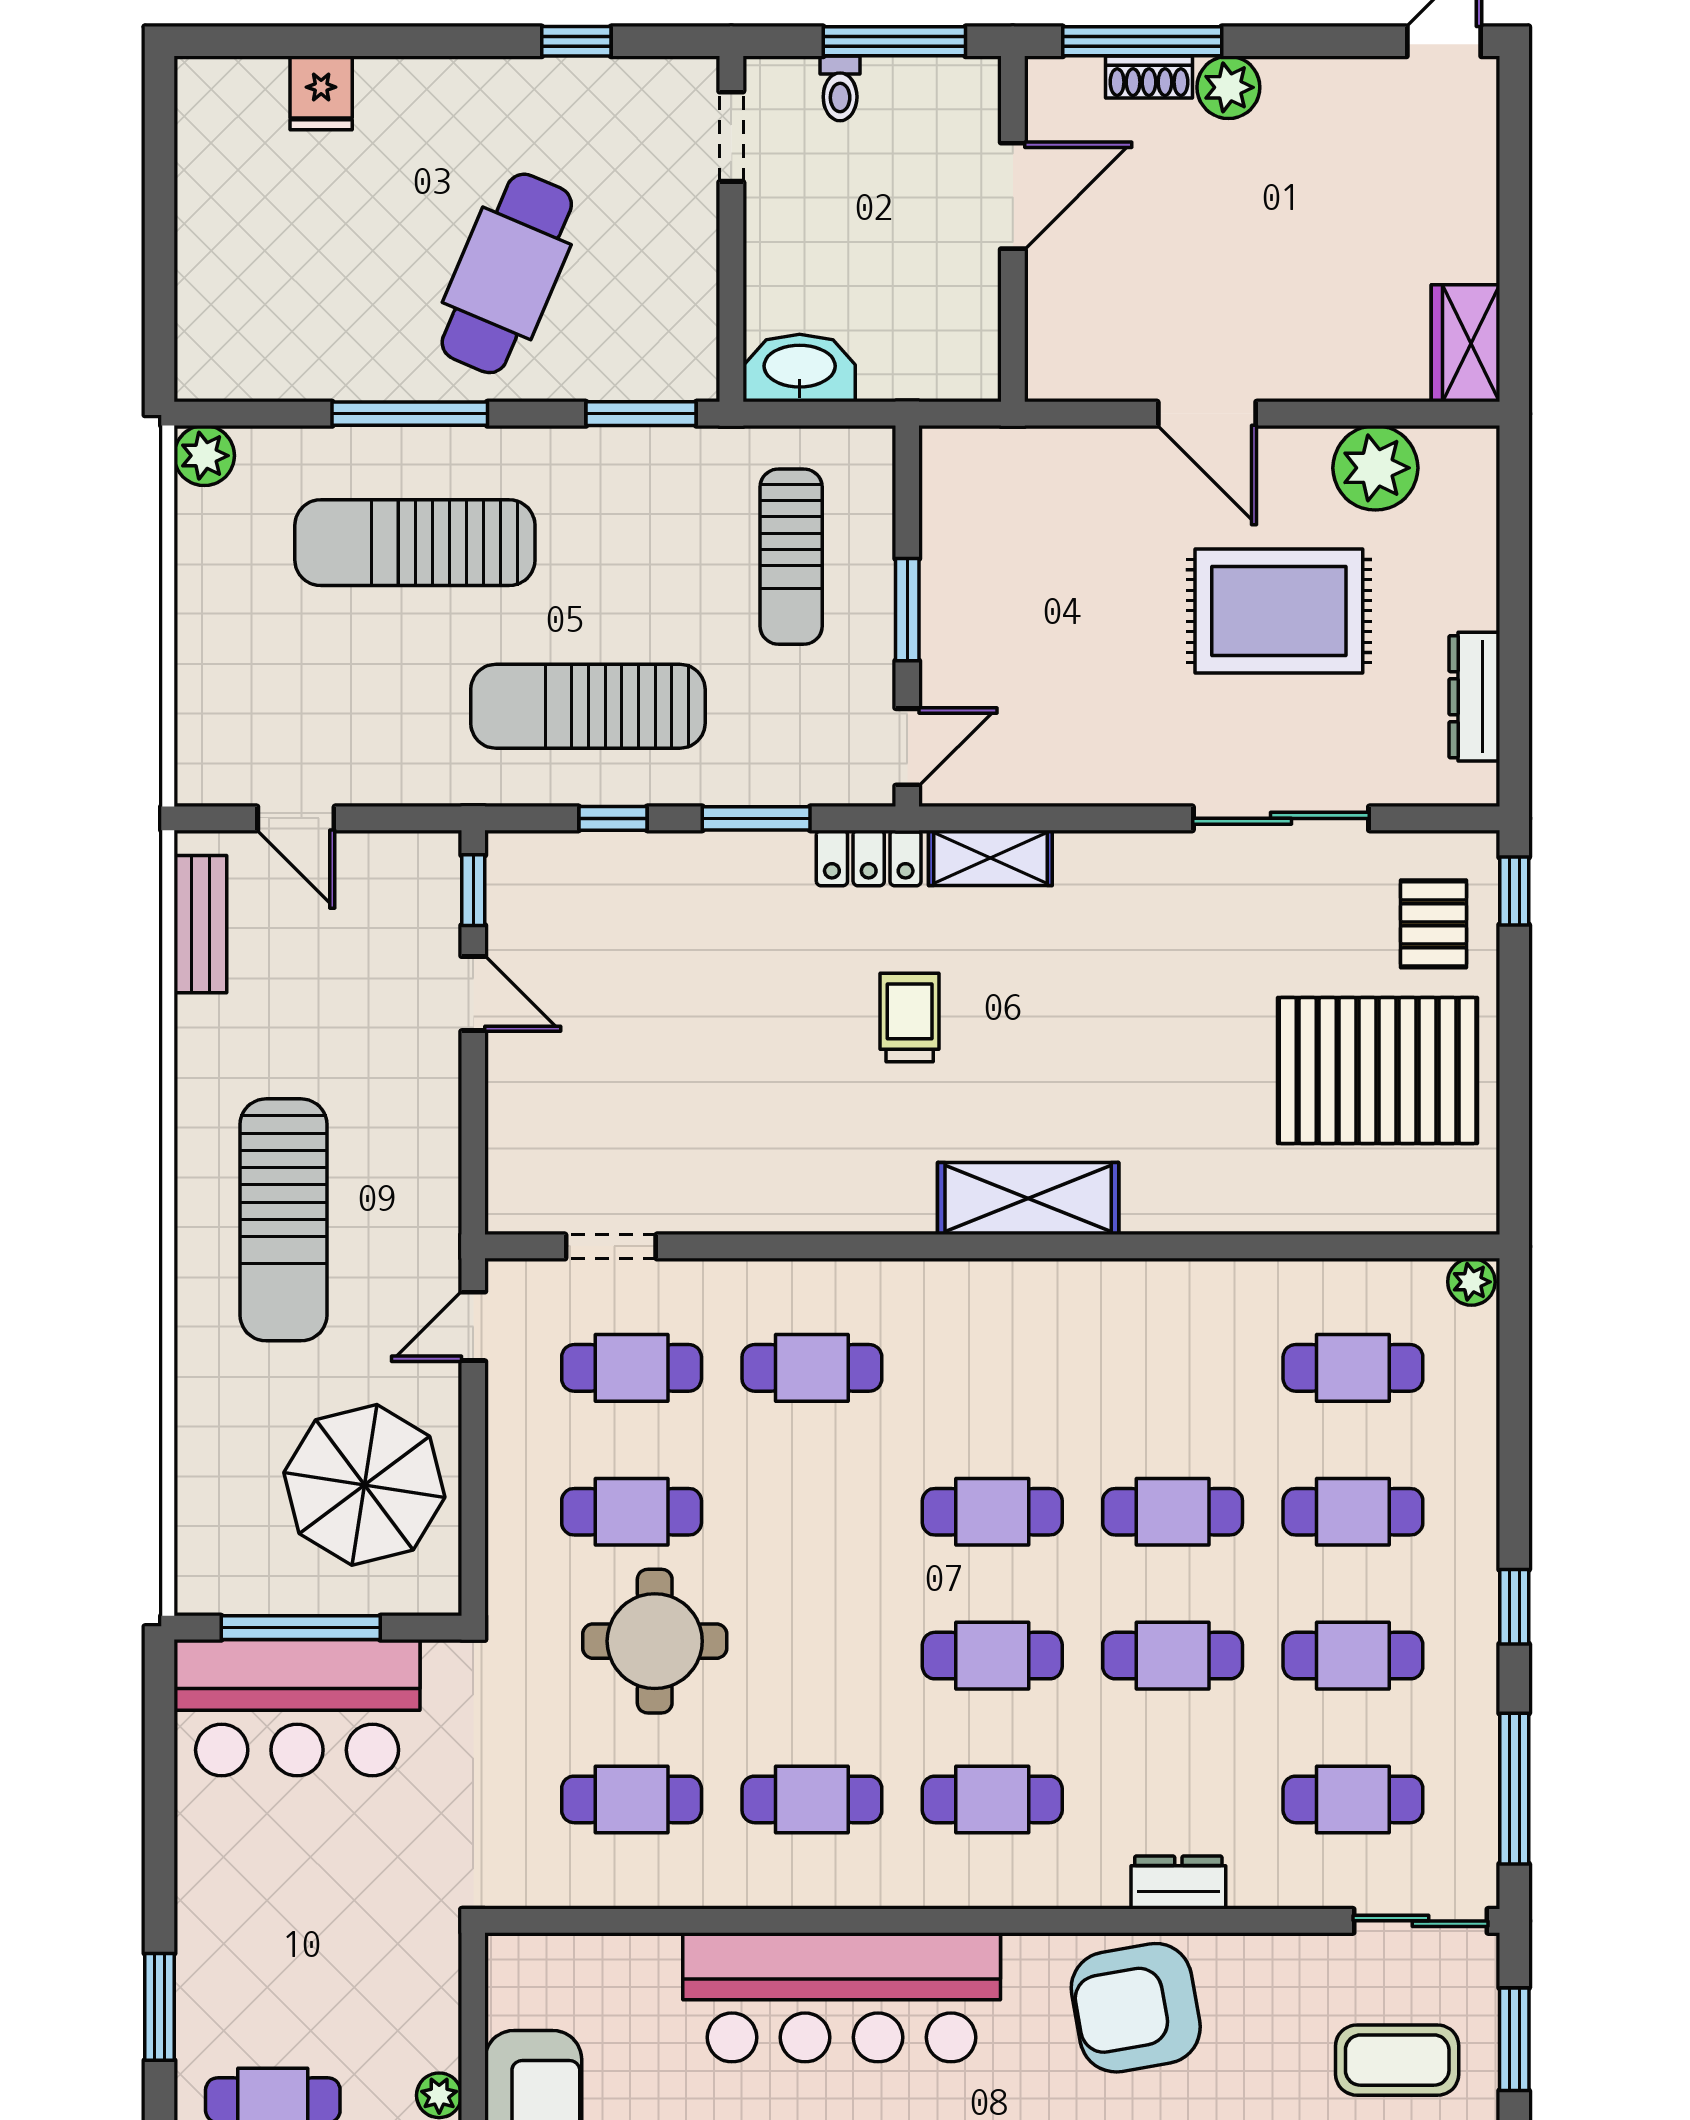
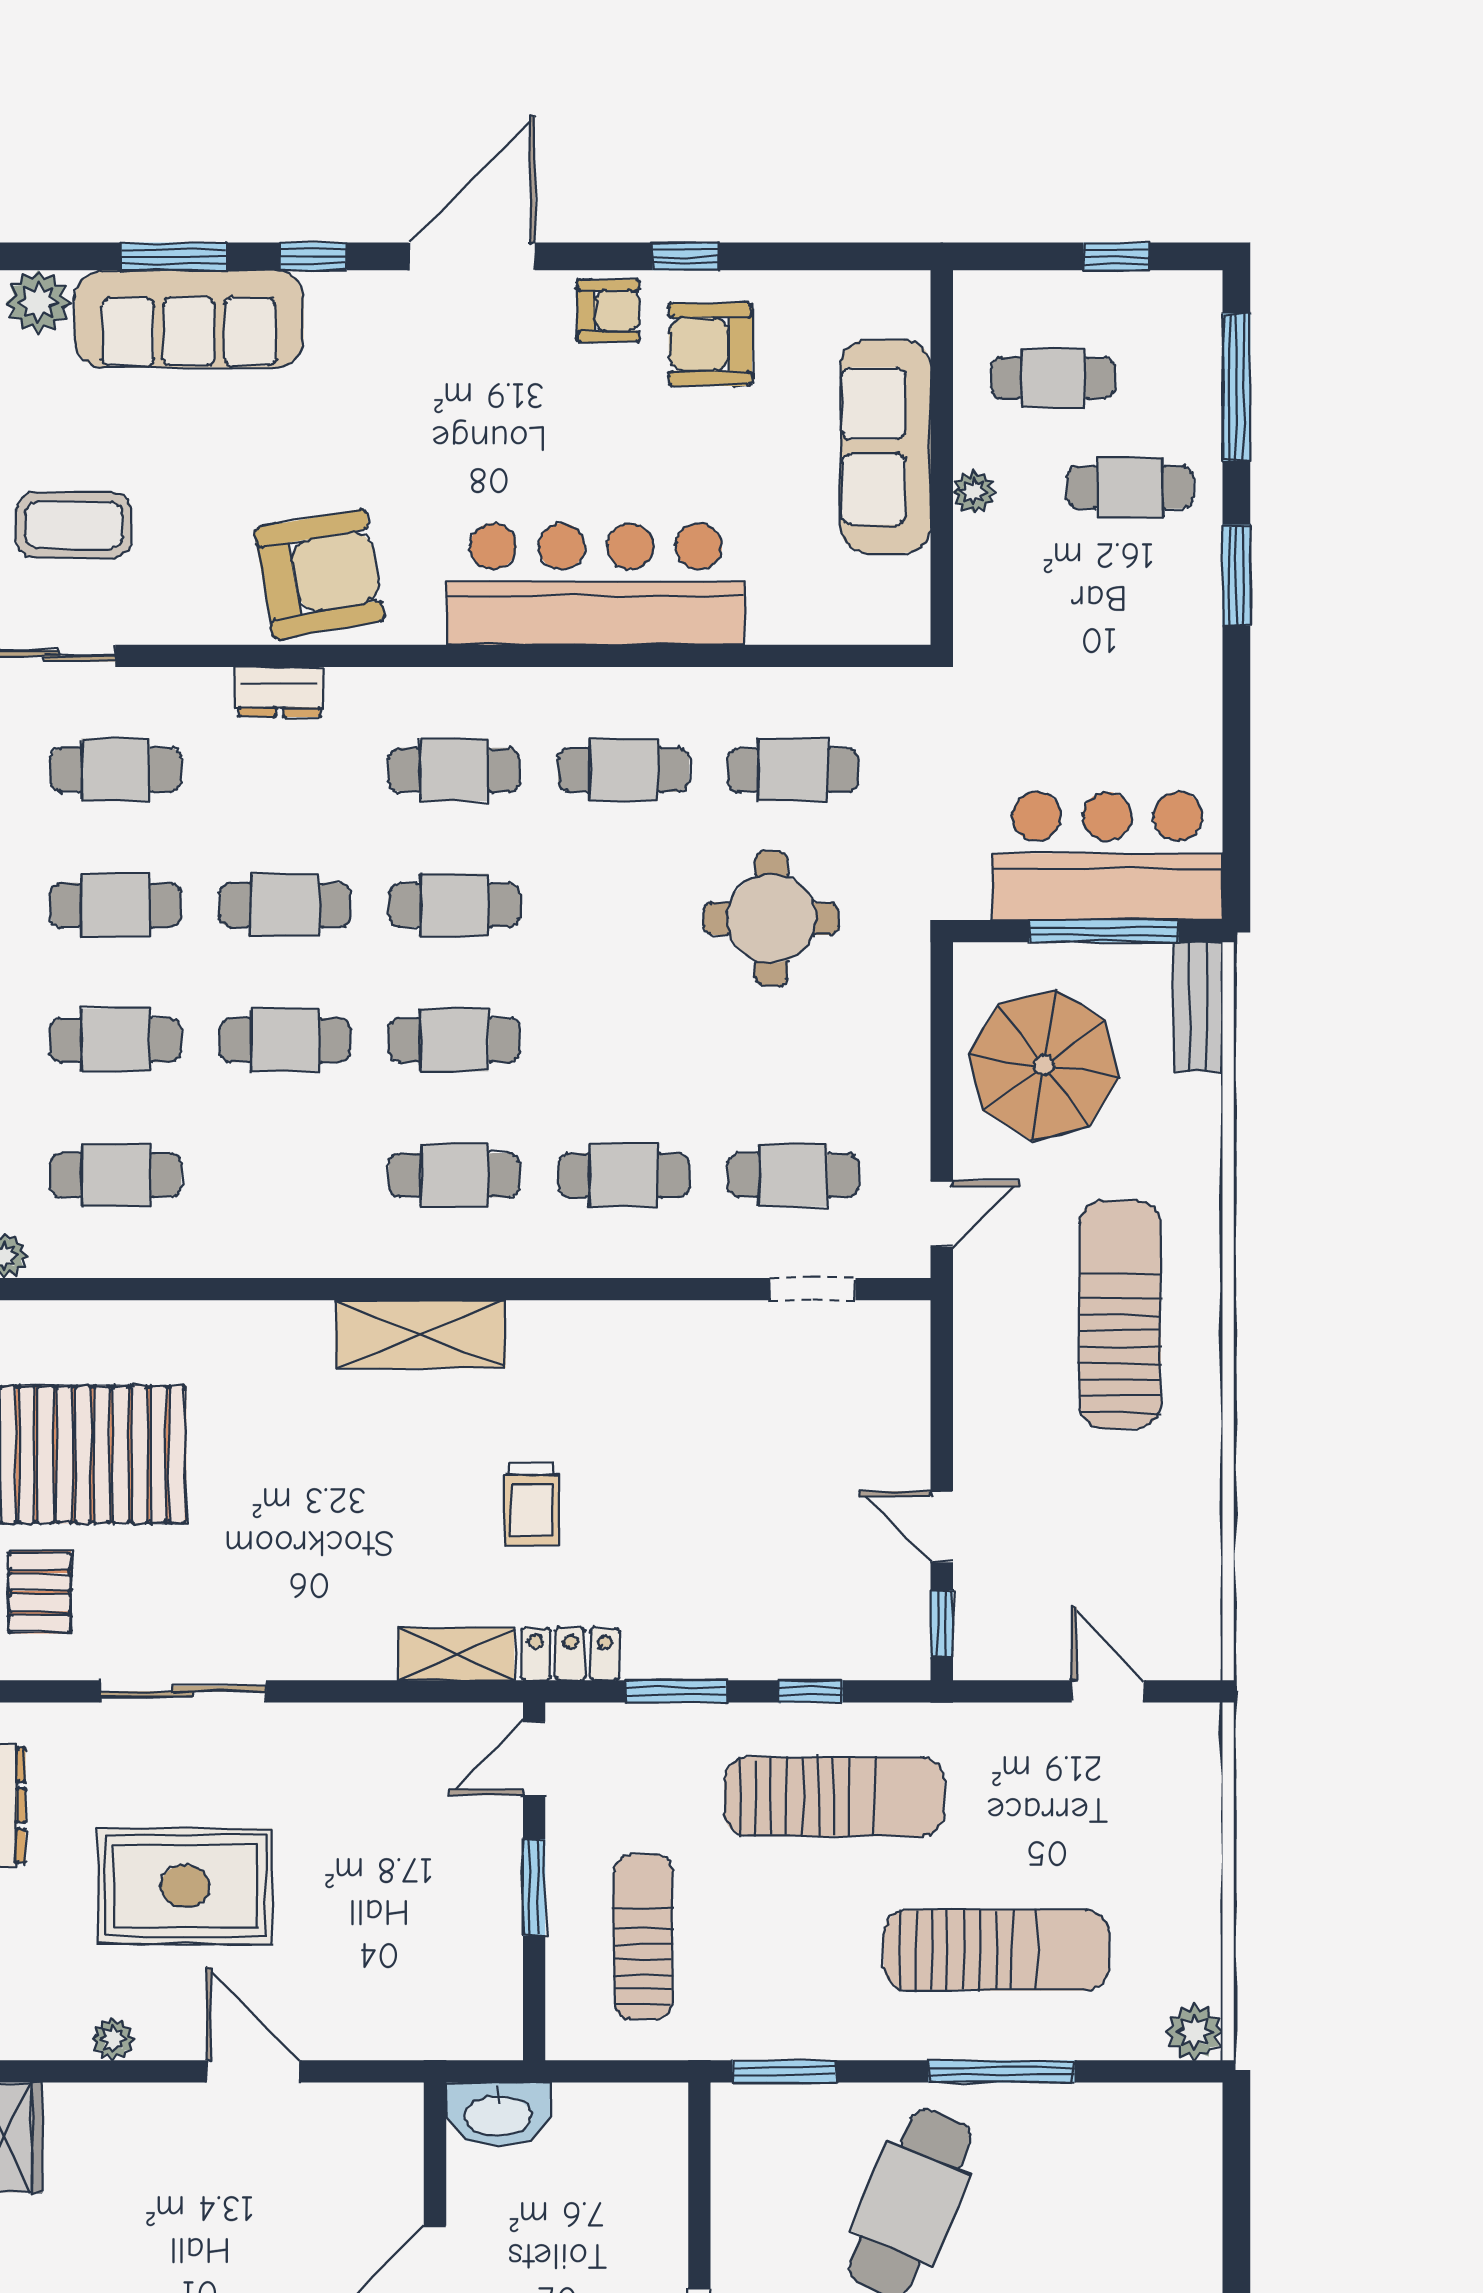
washbasin: (800, 368) -> (498, 2114), moved
plant: (1375, 468) -> (113, 2039), width x0.53, depth x0.53
bench: (200, 924) -> (1198, 1007), moved
cafe table: (632, 1512) -> (454, 1175), moved

